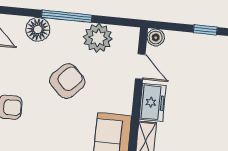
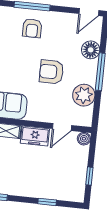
armchair: (67, 81) -> (51, 72), turned 135

